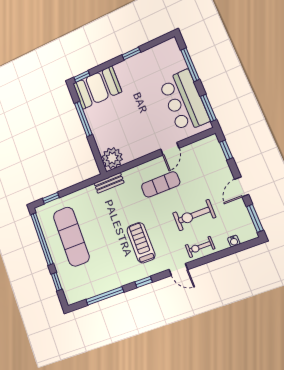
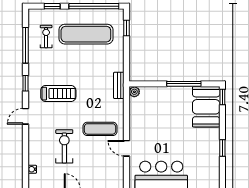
plant: (112, 158) -> (134, 92), width x0.53, depth x0.53
exercise mat: (161, 184) -> (100, 129), turned 90
exercise bike: (200, 247) -> (46, 36), moved

